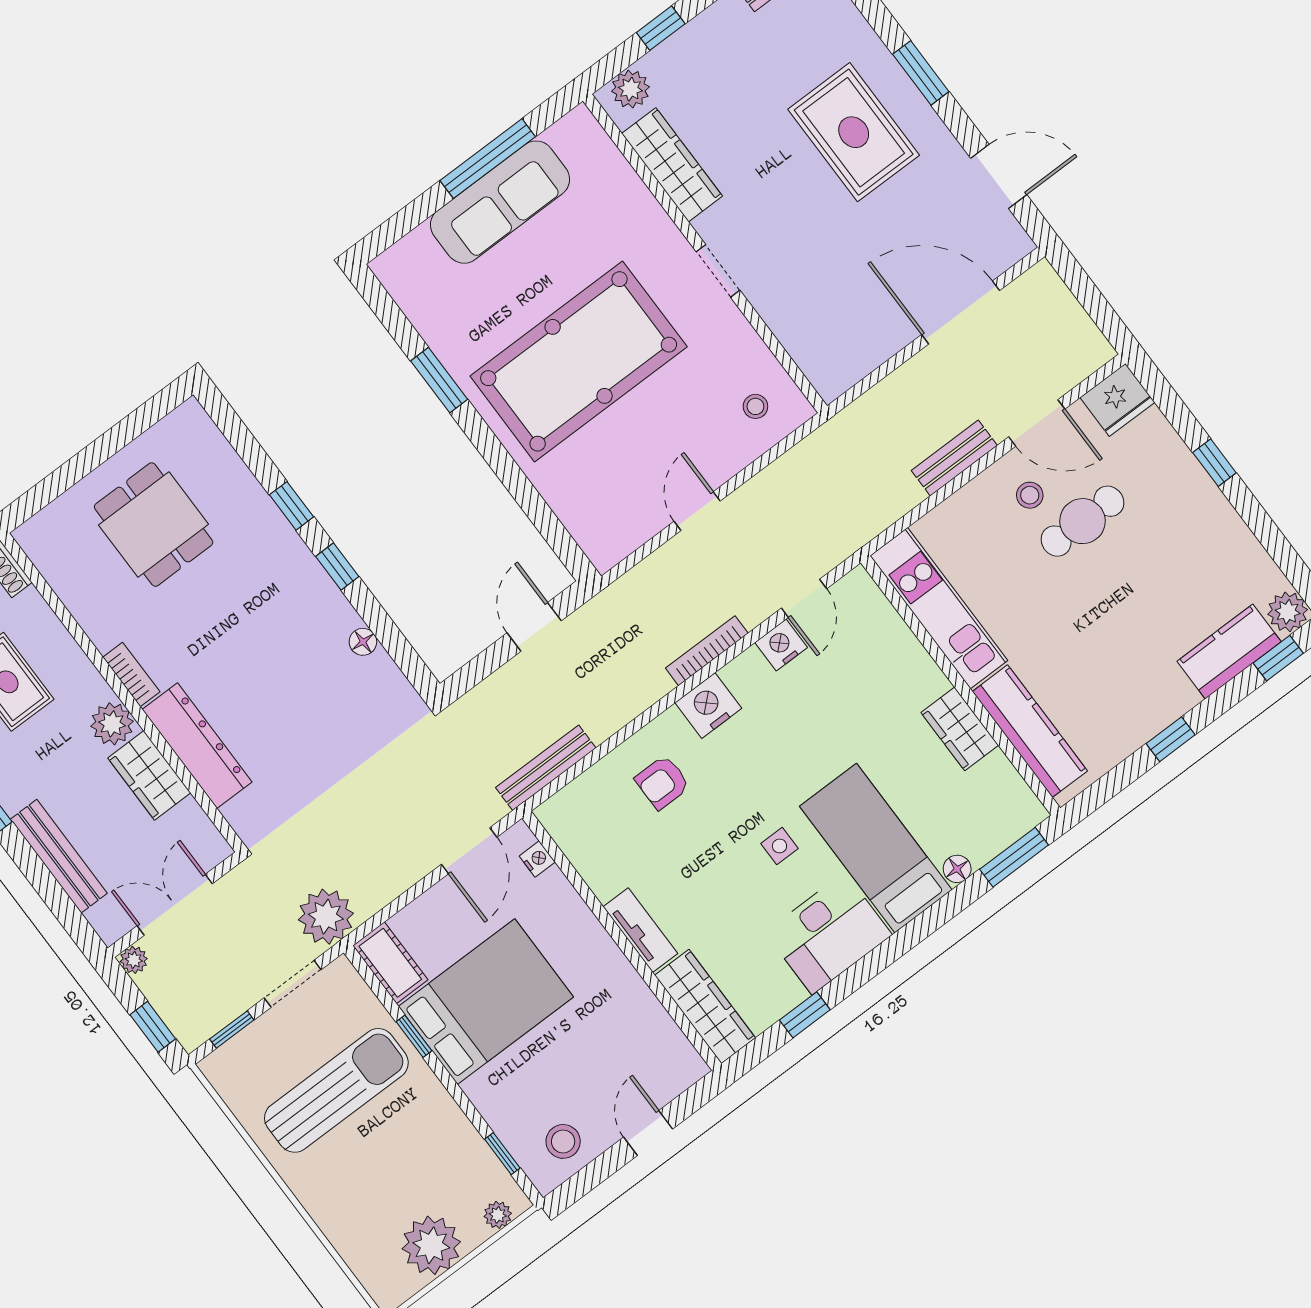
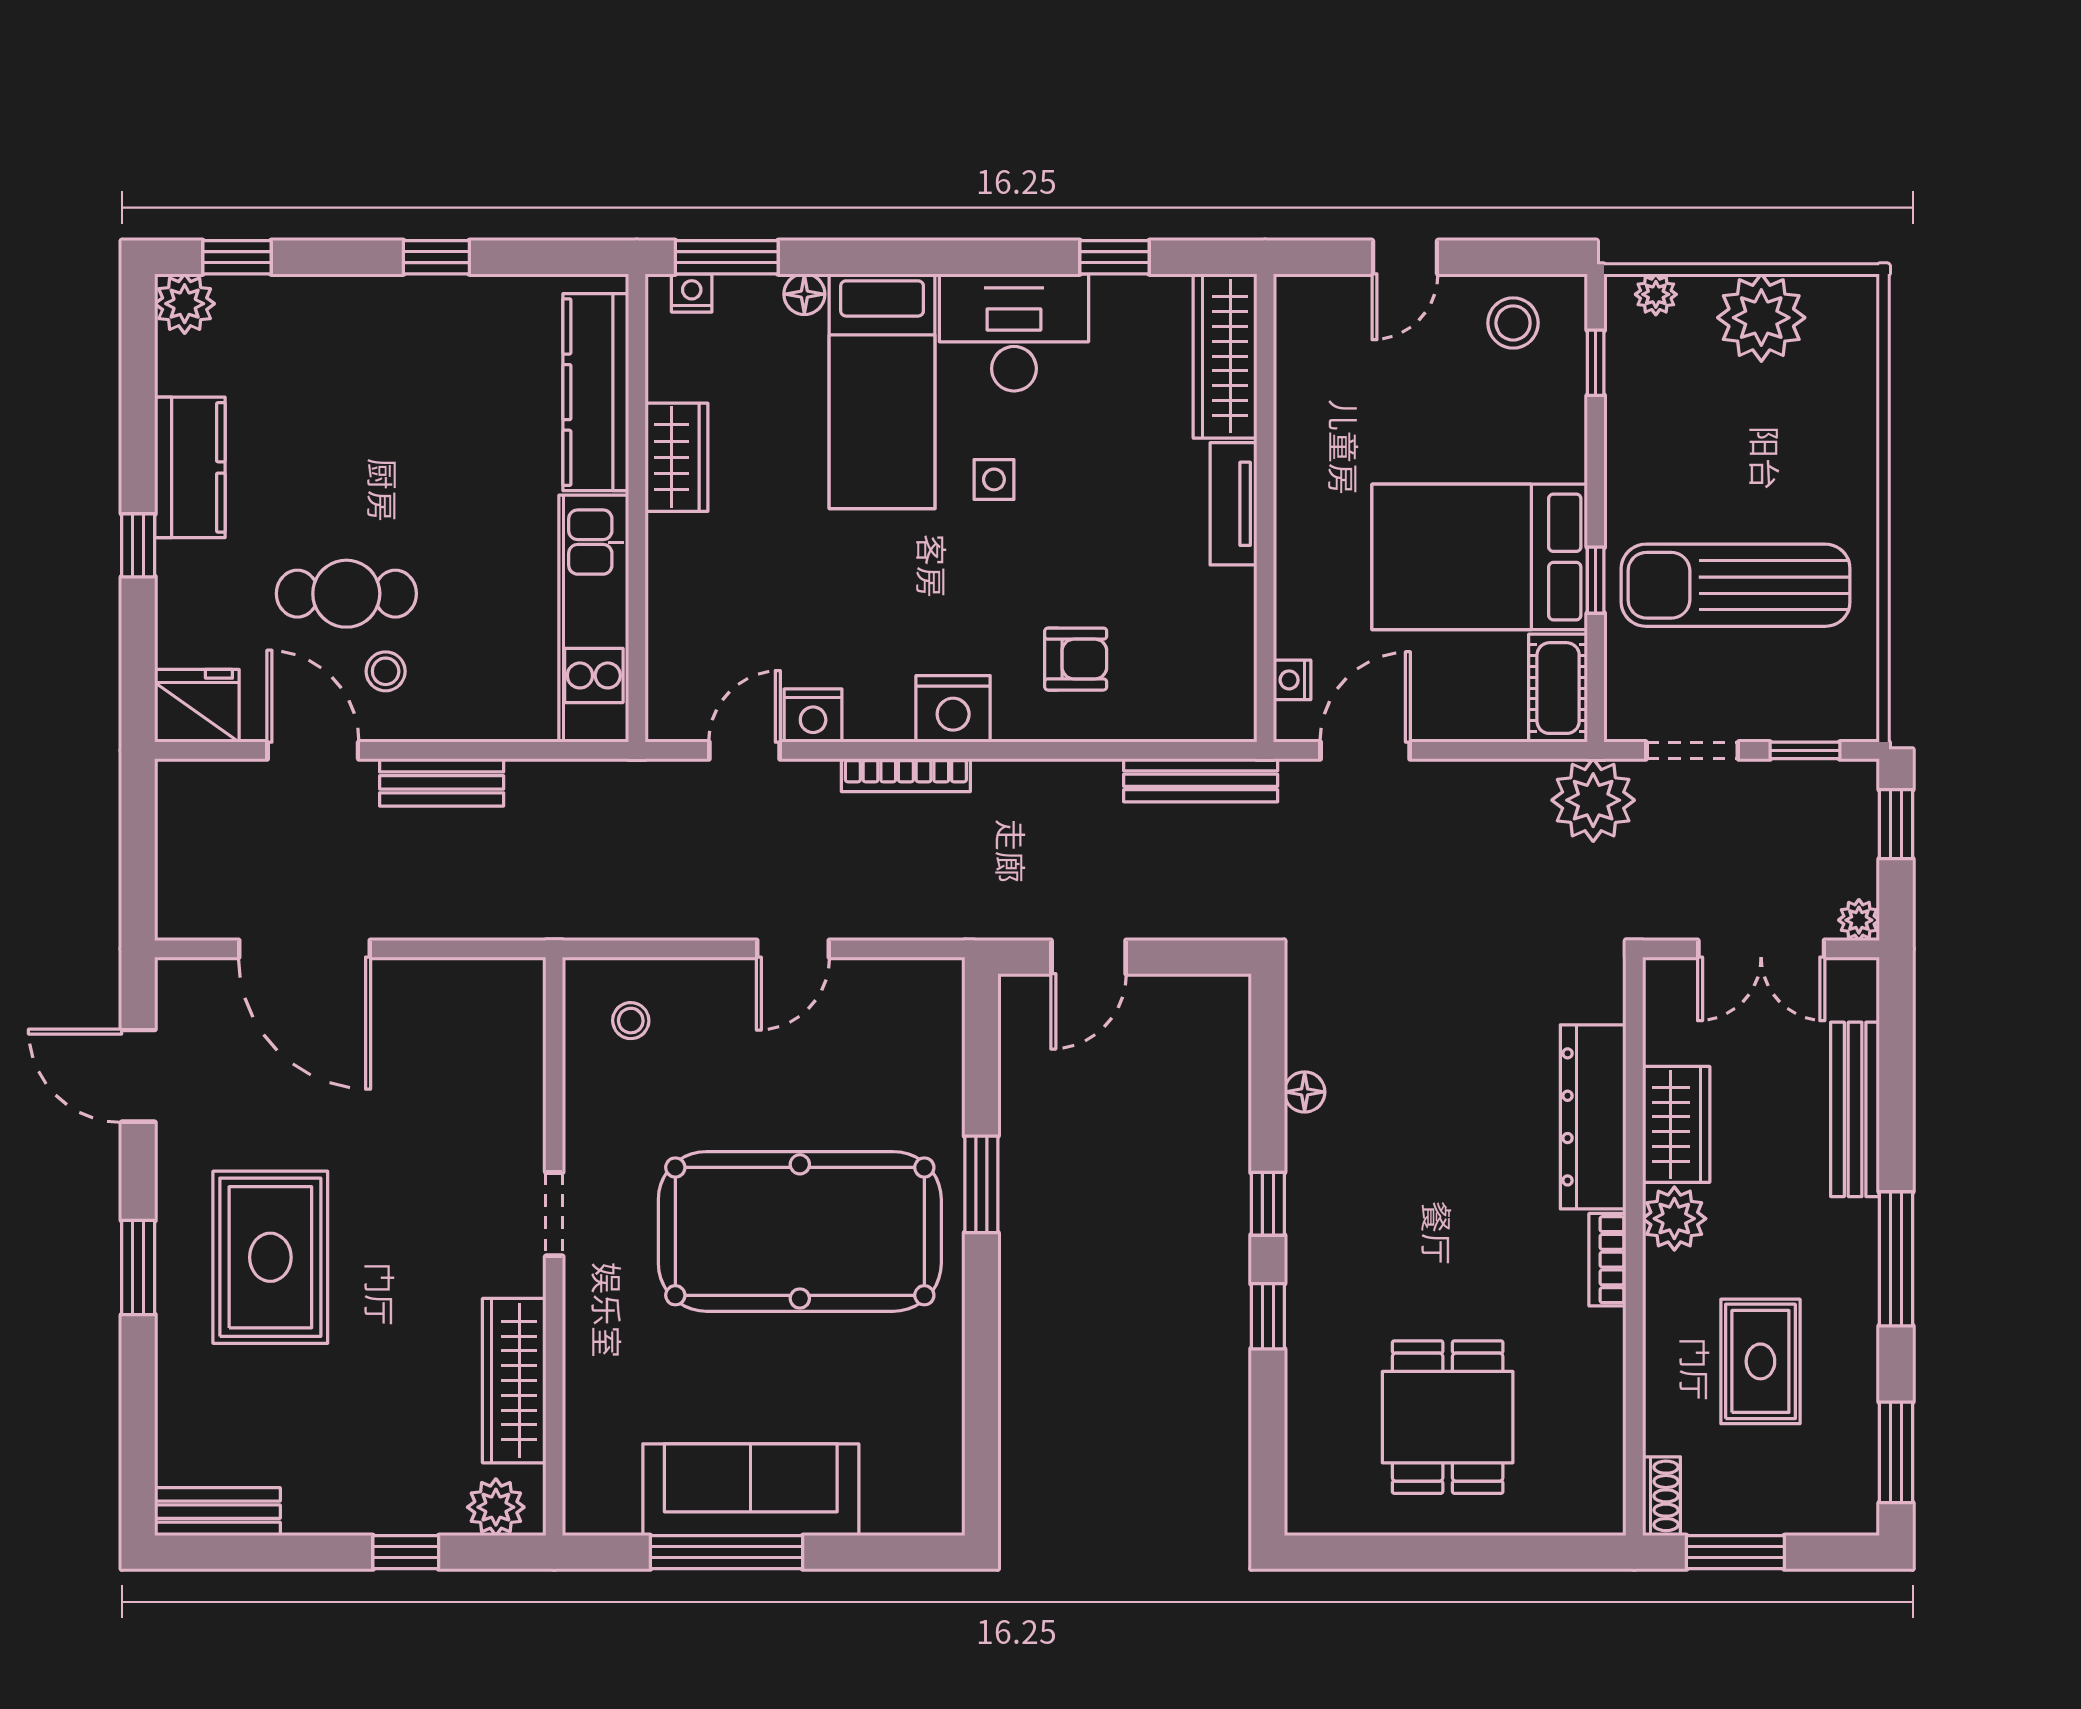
window: (439, 380) -> (981, 1184), moved
kitchen counter: (1229, 651) -> (190, 467), moved, turned -90
nightstand: (1018, 824) -> (692, 293), added

